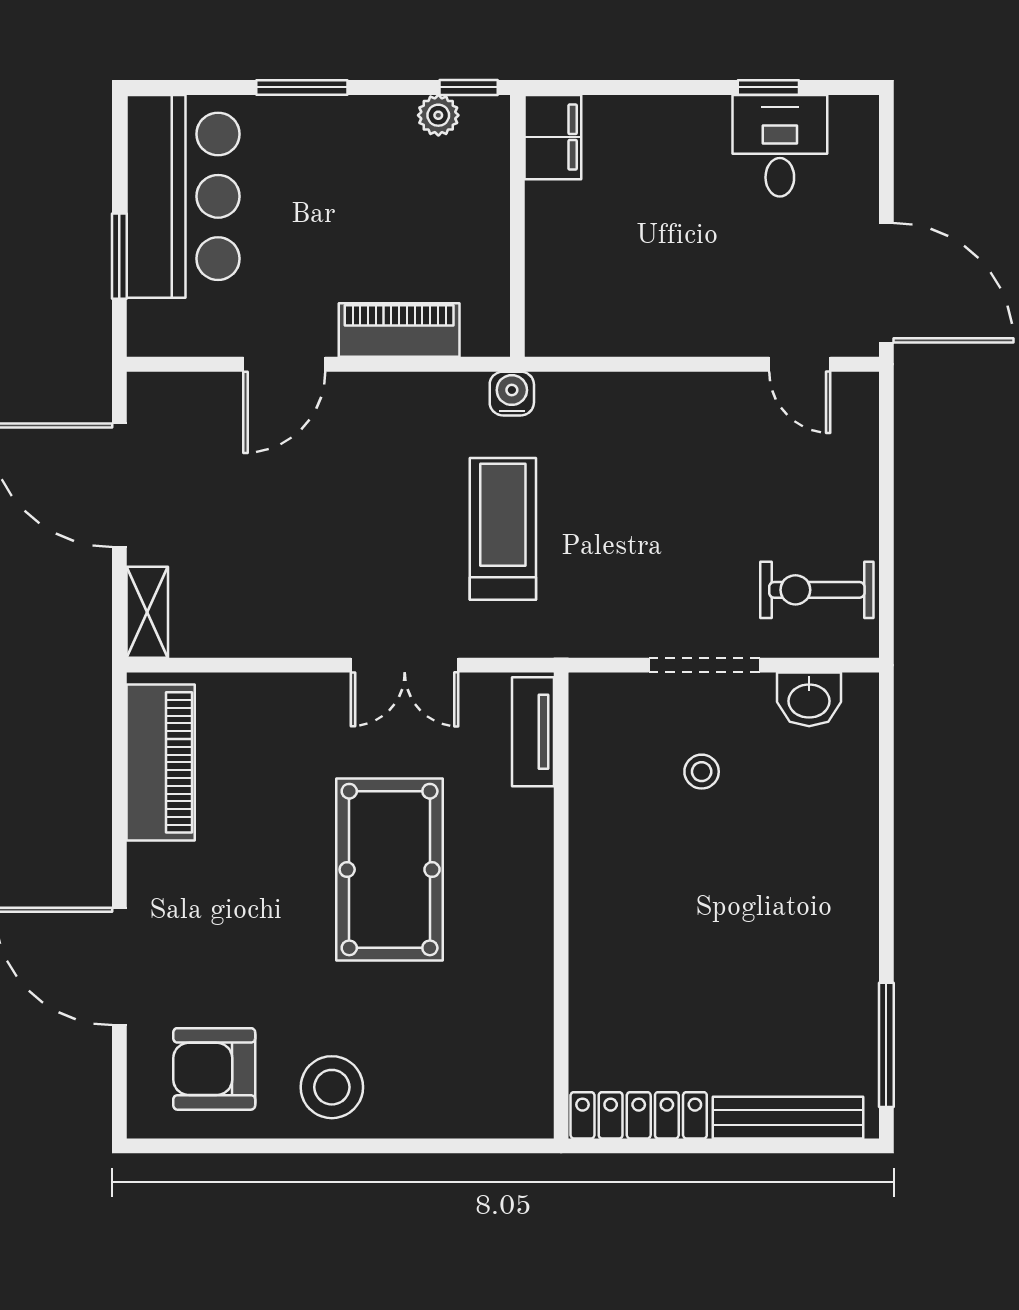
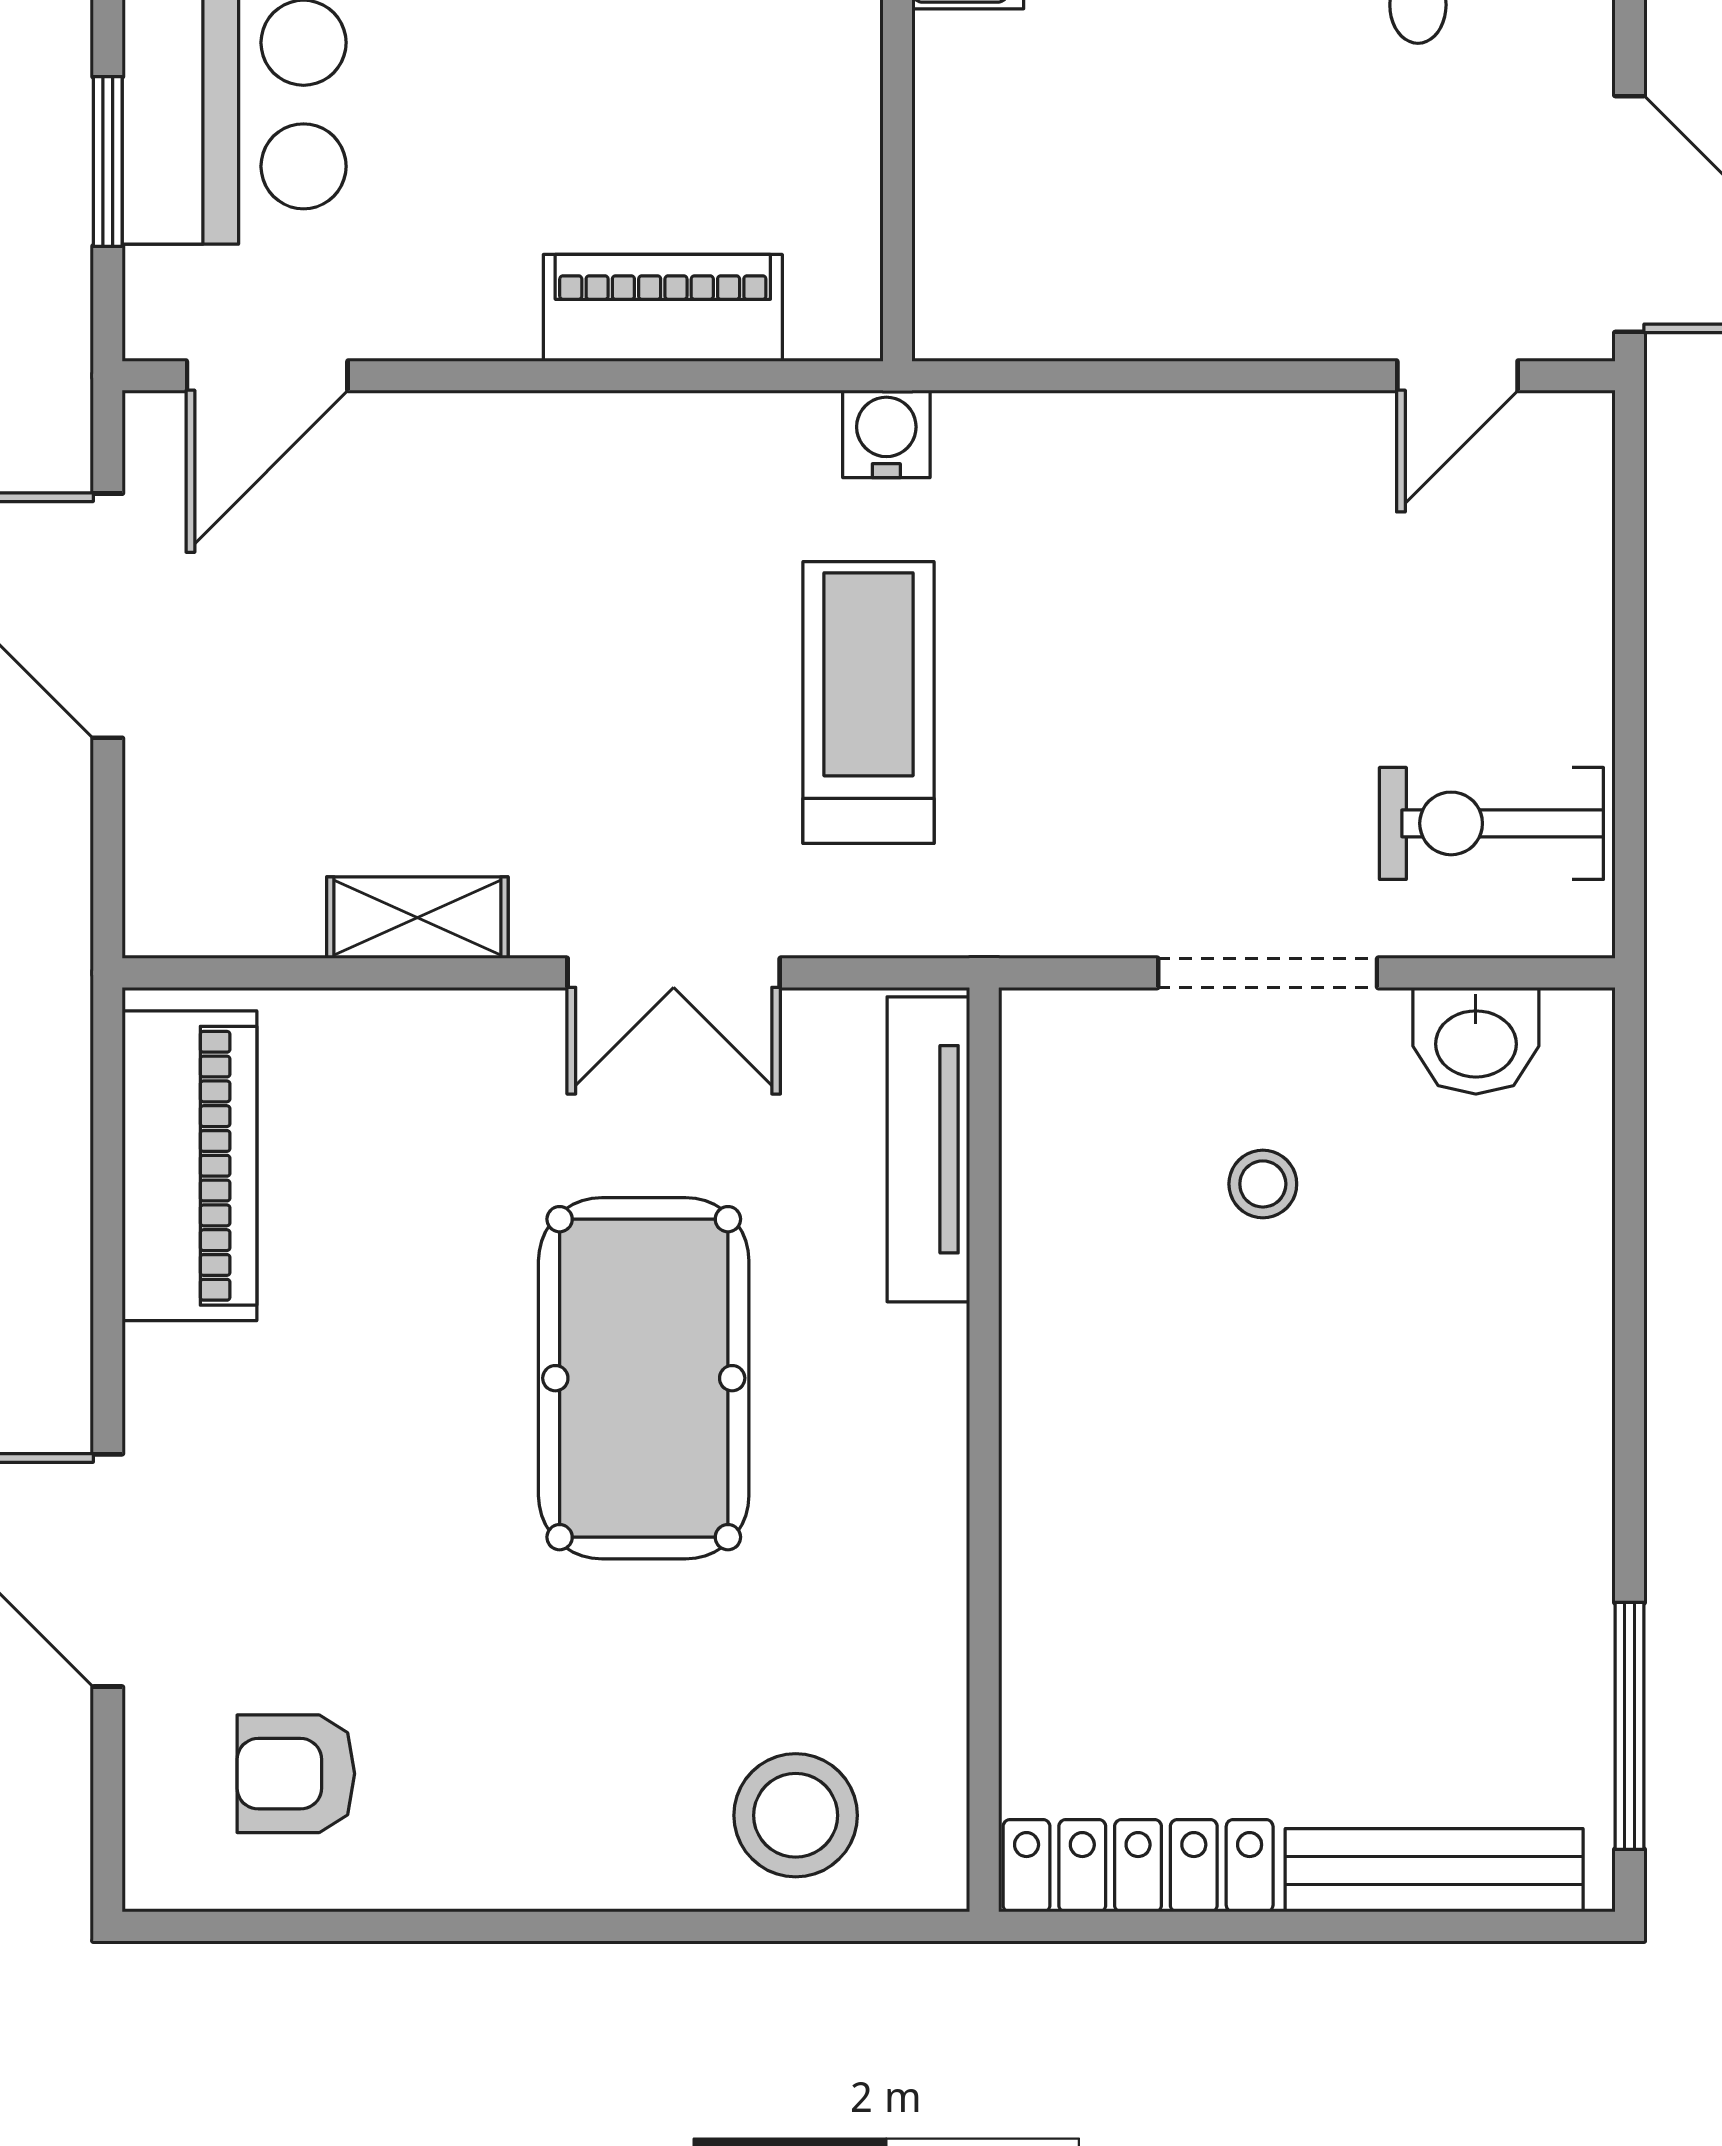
door: (284, 364) -> (267, 376), moved
door: (800, 364) -> (1457, 376), hinge flipped
shelving: (147, 612) -> (417, 918), moved, turned 90
tv unit: (533, 732) -> (928, 1149), width x1.41
armchair: (214, 1069) -> (296, 1774), width x0.72, depth x0.72
stool: (332, 1087) -> (796, 1815), moved

